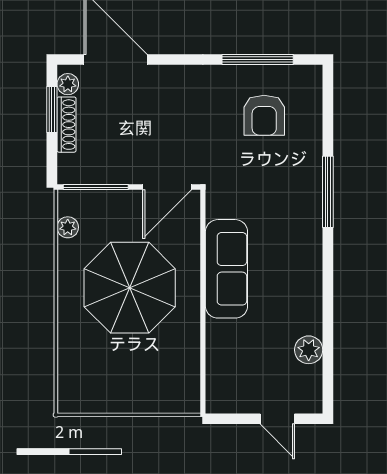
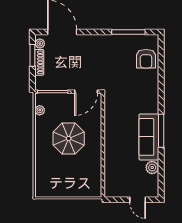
armchair: (264, 115) -> (146, 59), moved
window: (328, 192) -> (161, 131), moved
sofa: (226, 269) -> (149, 137), moved, turned 180
parasol: (130, 288) -> (69, 139), width x0.73, depth x0.73

